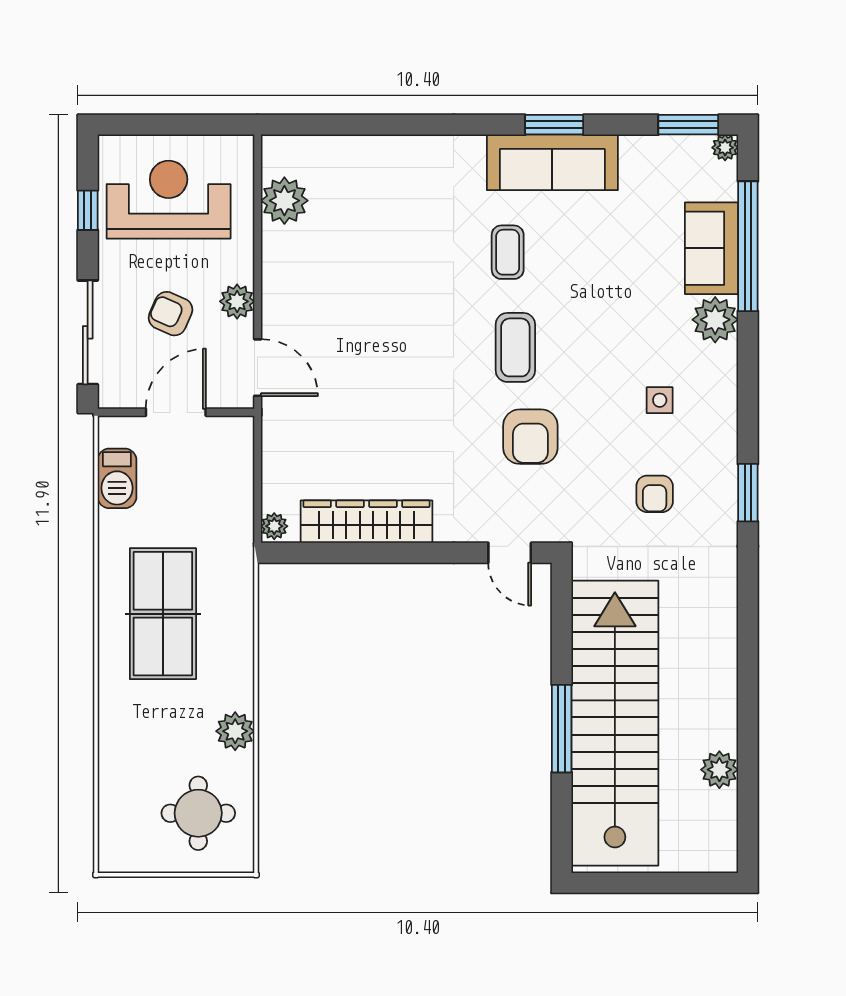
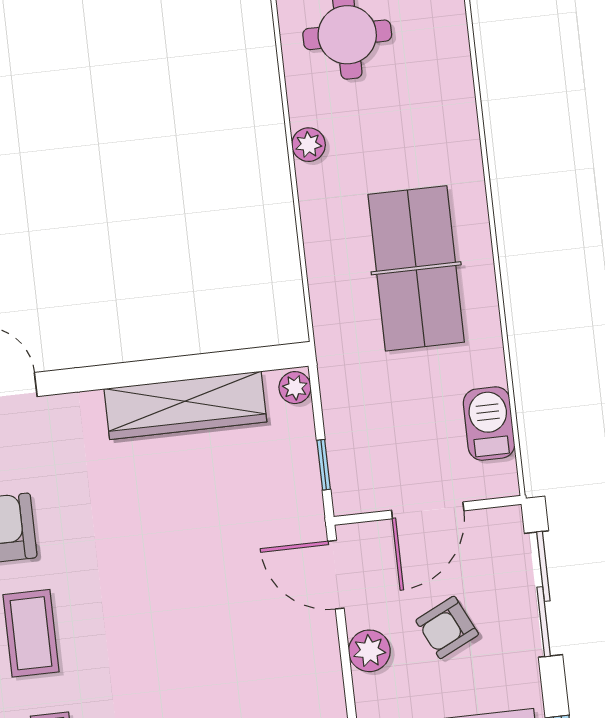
armchair: (171, 314) -> (447, 627), turned 130
window: (258, 460) -> (324, 465), added
plant: (235, 731) -> (309, 145), width x0.73, depth x0.73

